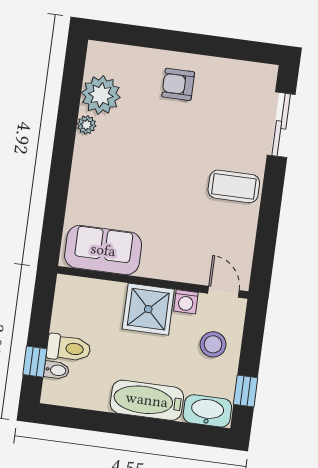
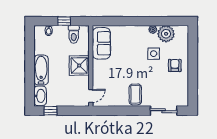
side table: (144, 130) -> (154, 54), added
washing machine: (186, 302) -> (84, 81), removed
stool: (213, 344) -> (68, 95), removed
toilet: (69, 348) -> (74, 34), moved
window: (35, 362) -> (64, 21), moved

